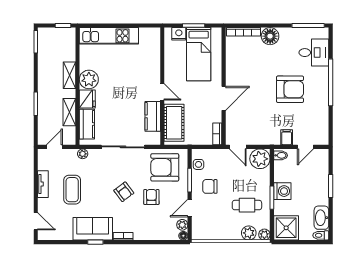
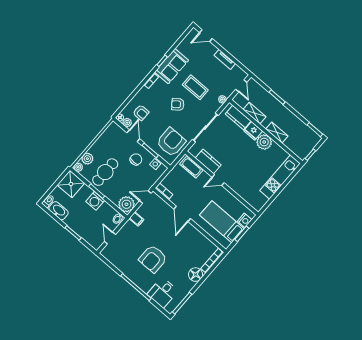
cot: (174, 123) -> (191, 167), width x0.73, depth x0.75
filing cabinet: (287, 137) -> (136, 219), moved
coffee table: (72, 190) -> (195, 87), moved
armchair: (151, 197) -> (141, 113), moved
cafe table: (247, 205) -> (105, 172), width x1.37, depth x1.35

